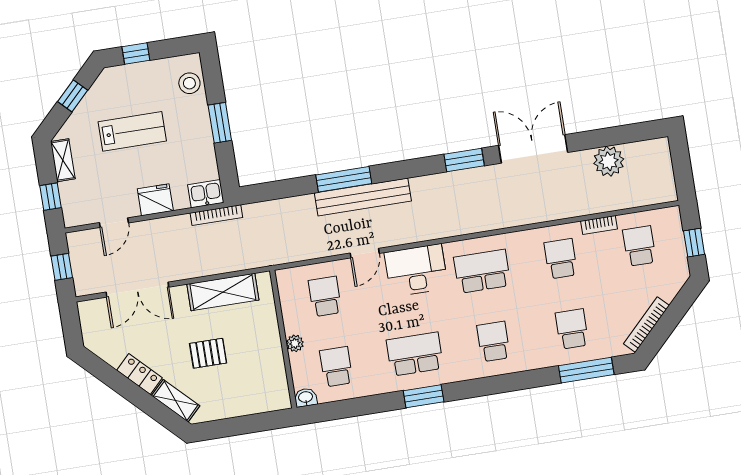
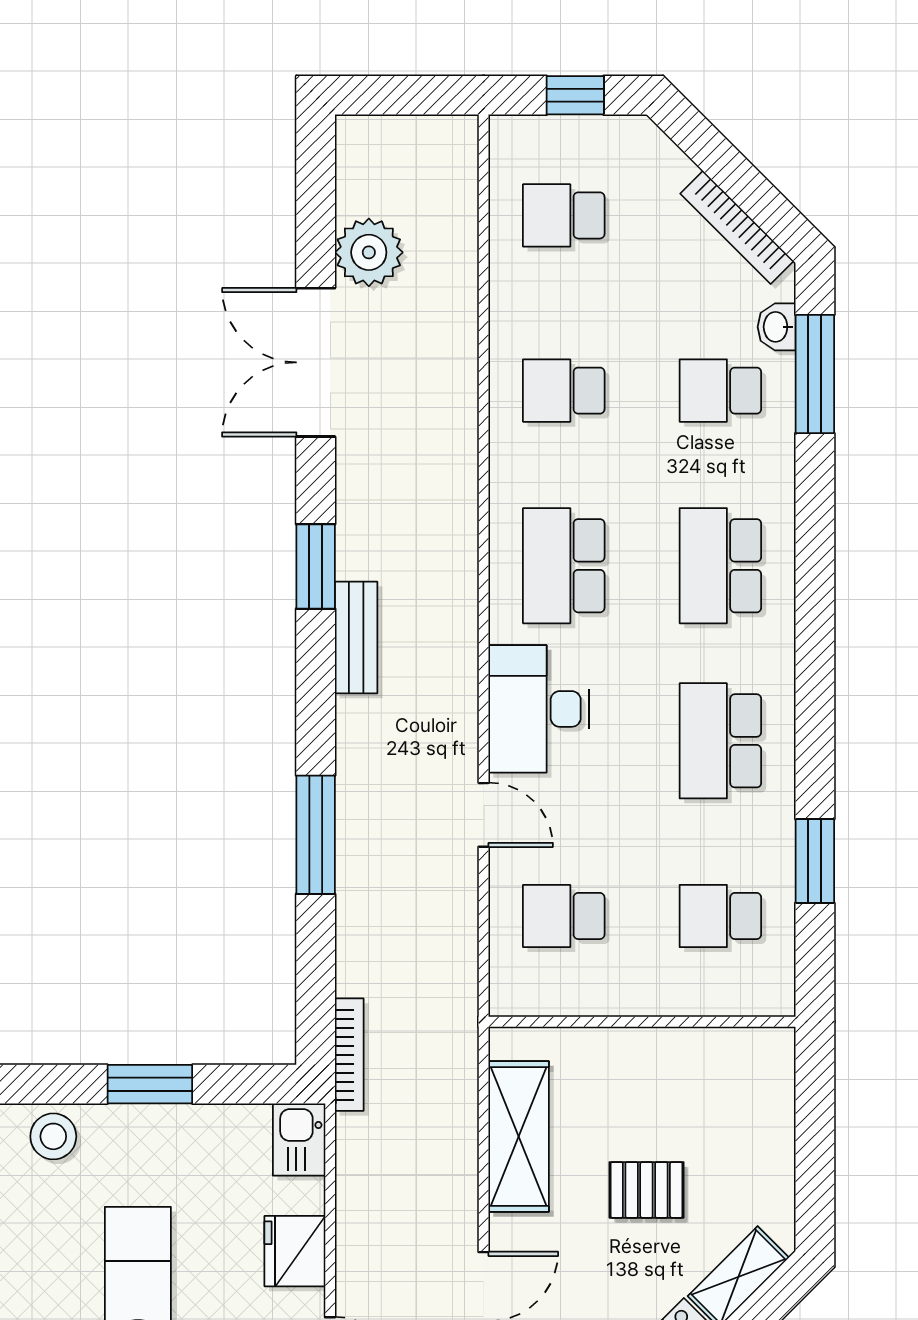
double door: (533, 149) -> (316, 362), moved
bench: (363, 197) -> (356, 637), moved, width x0.54, depth x0.82
bookcase: (216, 215) -> (349, 1055), moved
bookcase: (599, 225) -> (504, 296), removed
school desk: (493, 342) -> (720, 566), width x1.85
plant: (295, 343) -> (655, 998), removed
pallet: (208, 353) -> (646, 1190), turned 90
window: (424, 396) -> (815, 861), moved
washbasin: (306, 397) -> (777, 327), moved

